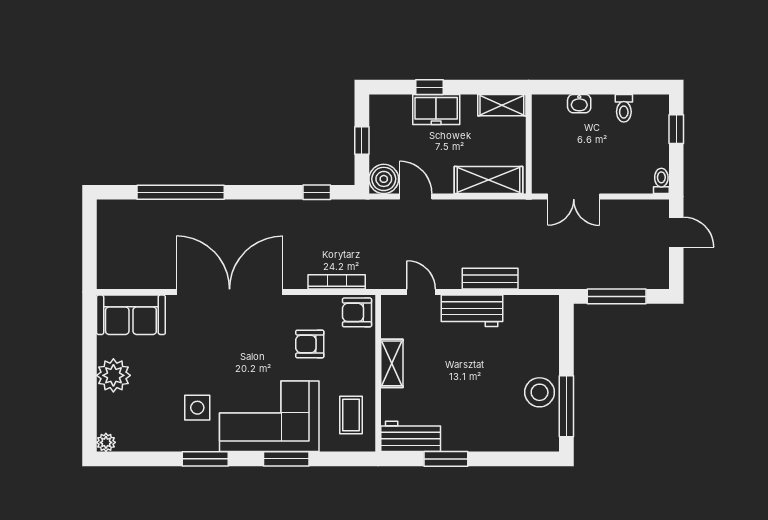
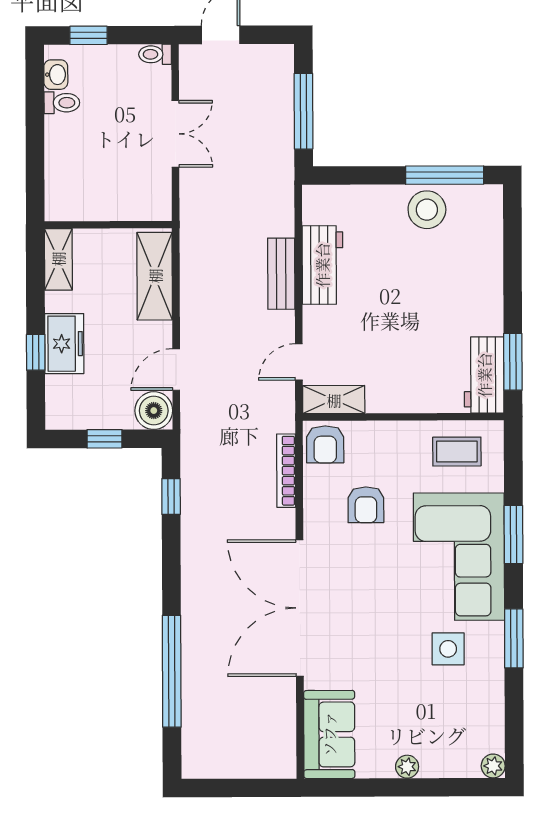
washbasin: (579, 104) -> (56, 75), moved
double door: (574, 197) -> (175, 134), moved
workbench: (472, 311) -> (322, 265), moved
shelving: (392, 363) -> (334, 400), moved
plant: (113, 375) -> (407, 767), width x0.53, depth x0.53
window: (446, 459) -> (513, 362), moved

